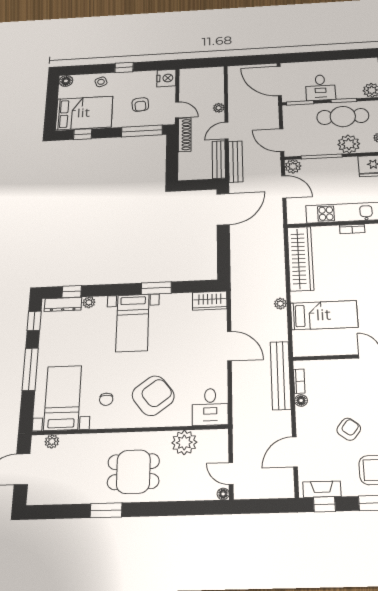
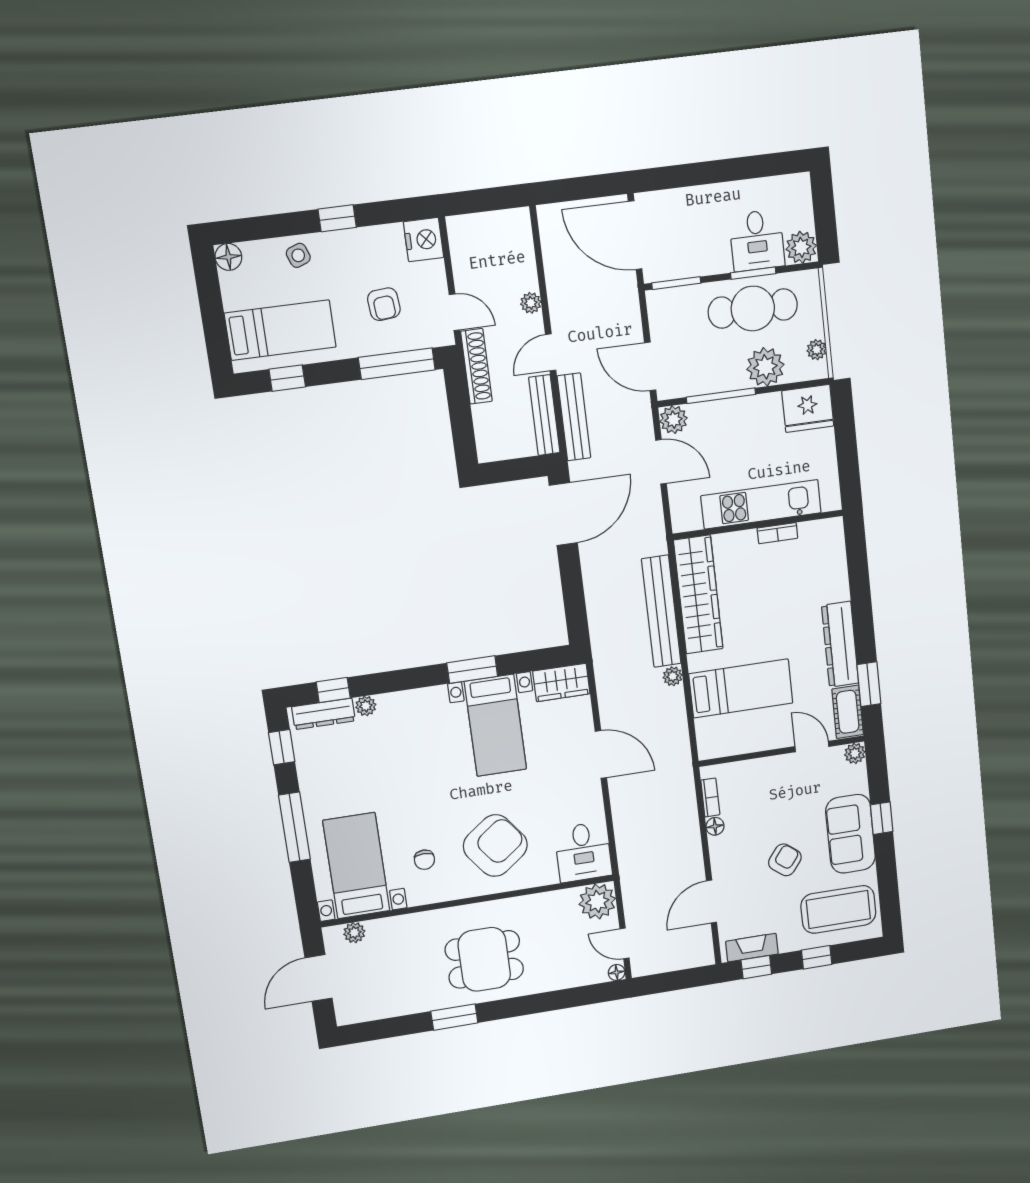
desk: (320, 88) -> (757, 240), moved
bed: (84, 113) -> (280, 330), width x0.67
bed with nightstands: (132, 323) -> (495, 725), moved
bench: (281, 375) -> (661, 611), moved
plant: (184, 442) -> (597, 901), moved

